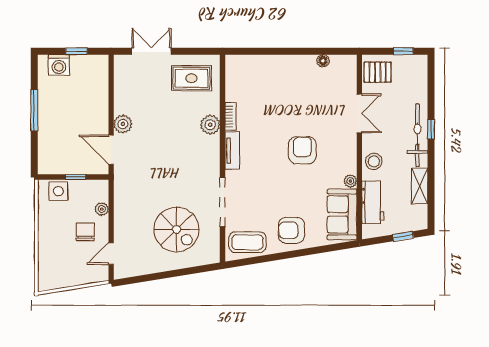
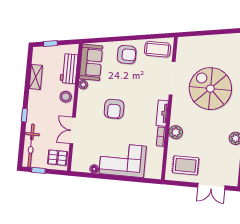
corner sofa: (283, 78) -> (123, 160), added
bicycle: (417, 135) -> (31, 146), moved
spiral stairs: (176, 230) -> (210, 89), moved, width x1.37, depth x1.37

